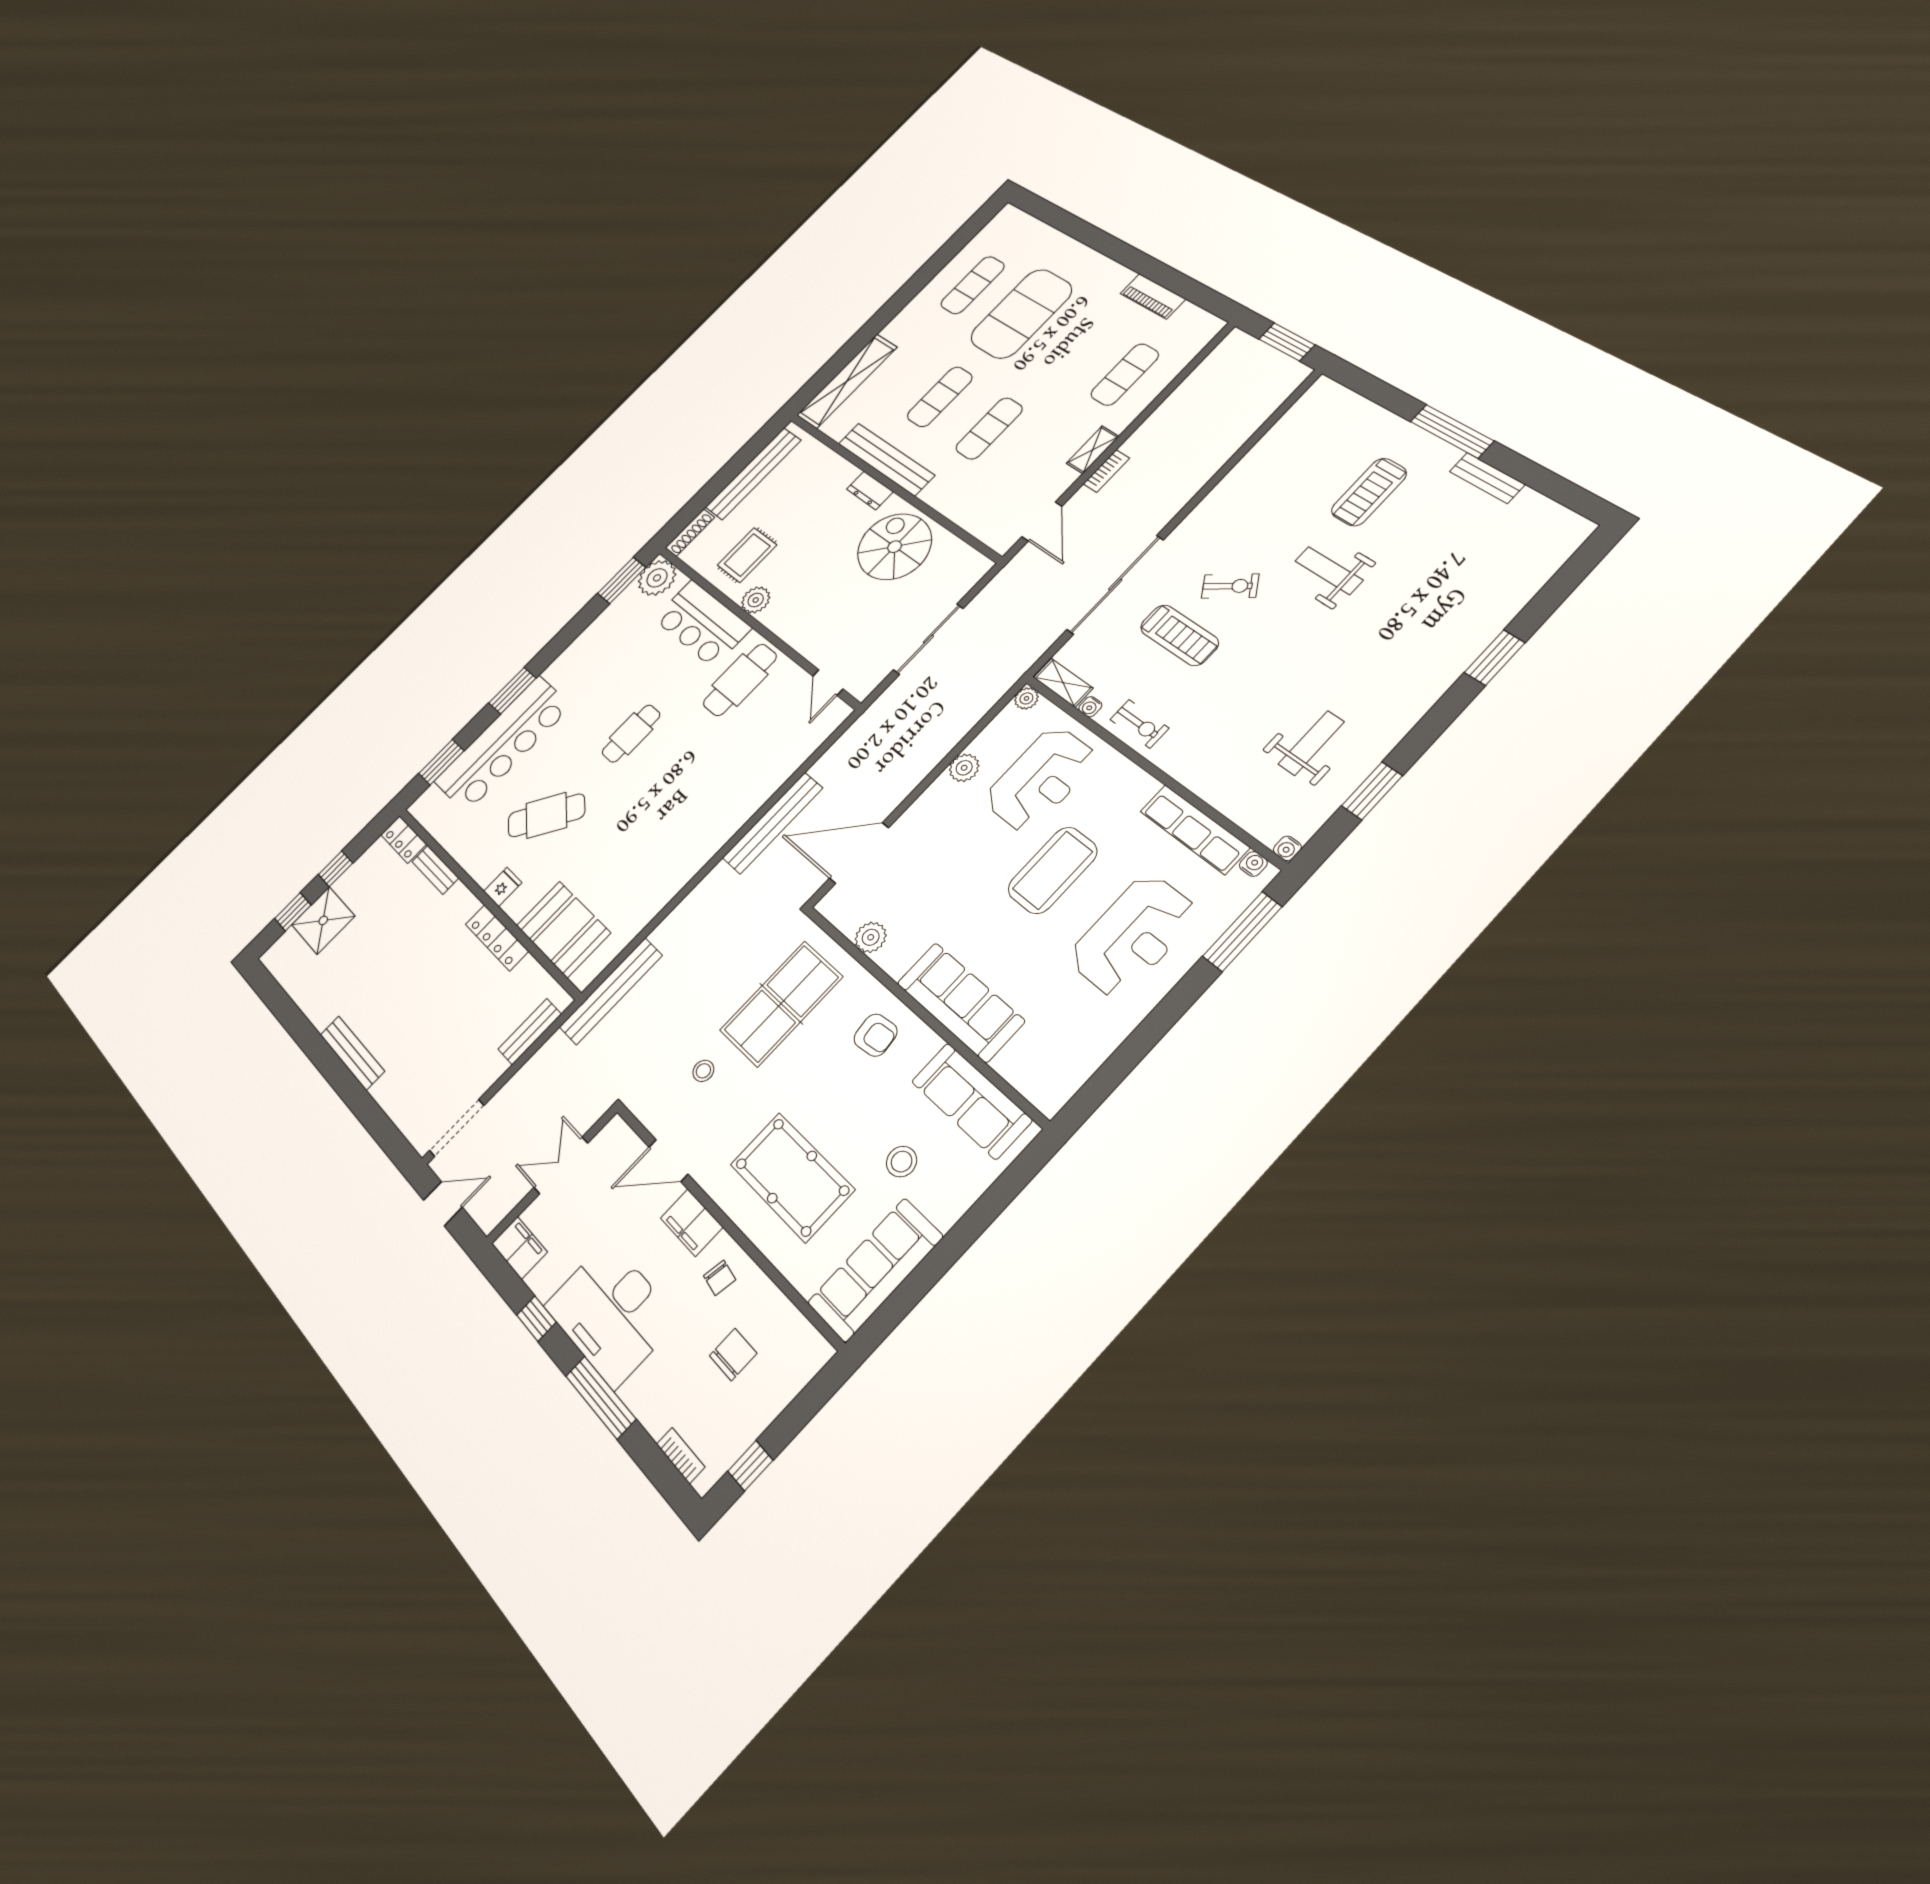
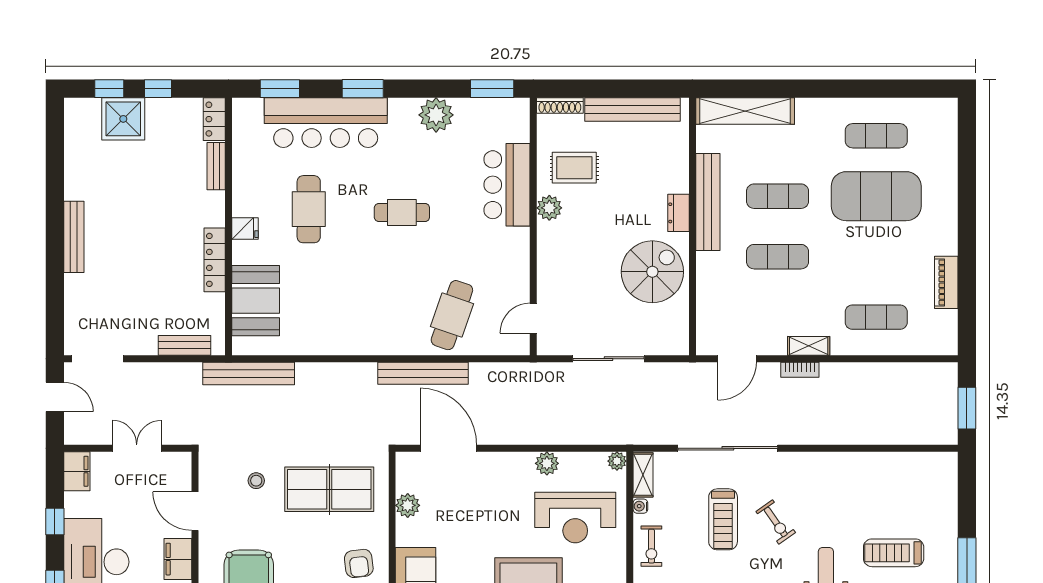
plant: (657, 578) -> (436, 115), moved
cafe table: (740, 680) -> (452, 315), moved, turned -71
cafe table: (546, 815) -> (309, 209), turned 53

